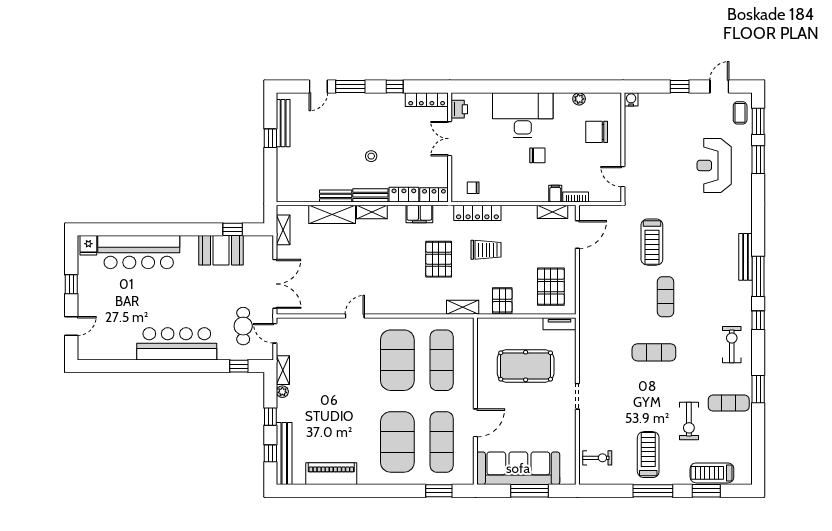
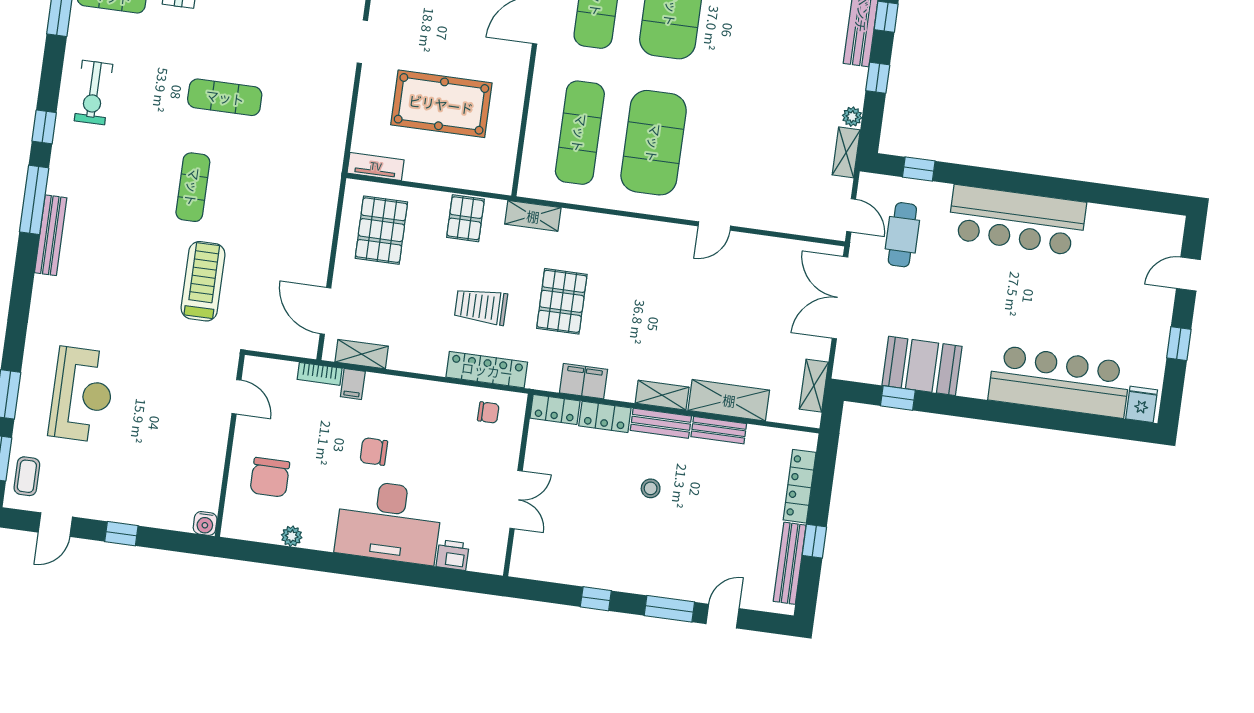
locker: (427, 100) -> (800, 486), moved, turned -90
printer: (459, 109) -> (453, 555), moved, turned 90
chair: (597, 132) -> (270, 477), turned 90
door: (577, 235) -> (325, 311), hinge flipped

